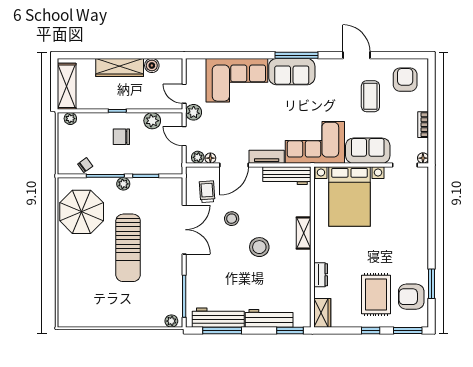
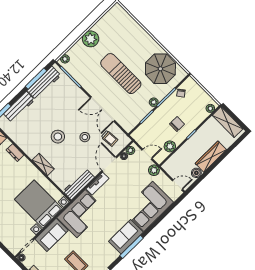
door: (184, 94) -> (178, 185), moved
plant: (124, 315) -> (91, 39), added

